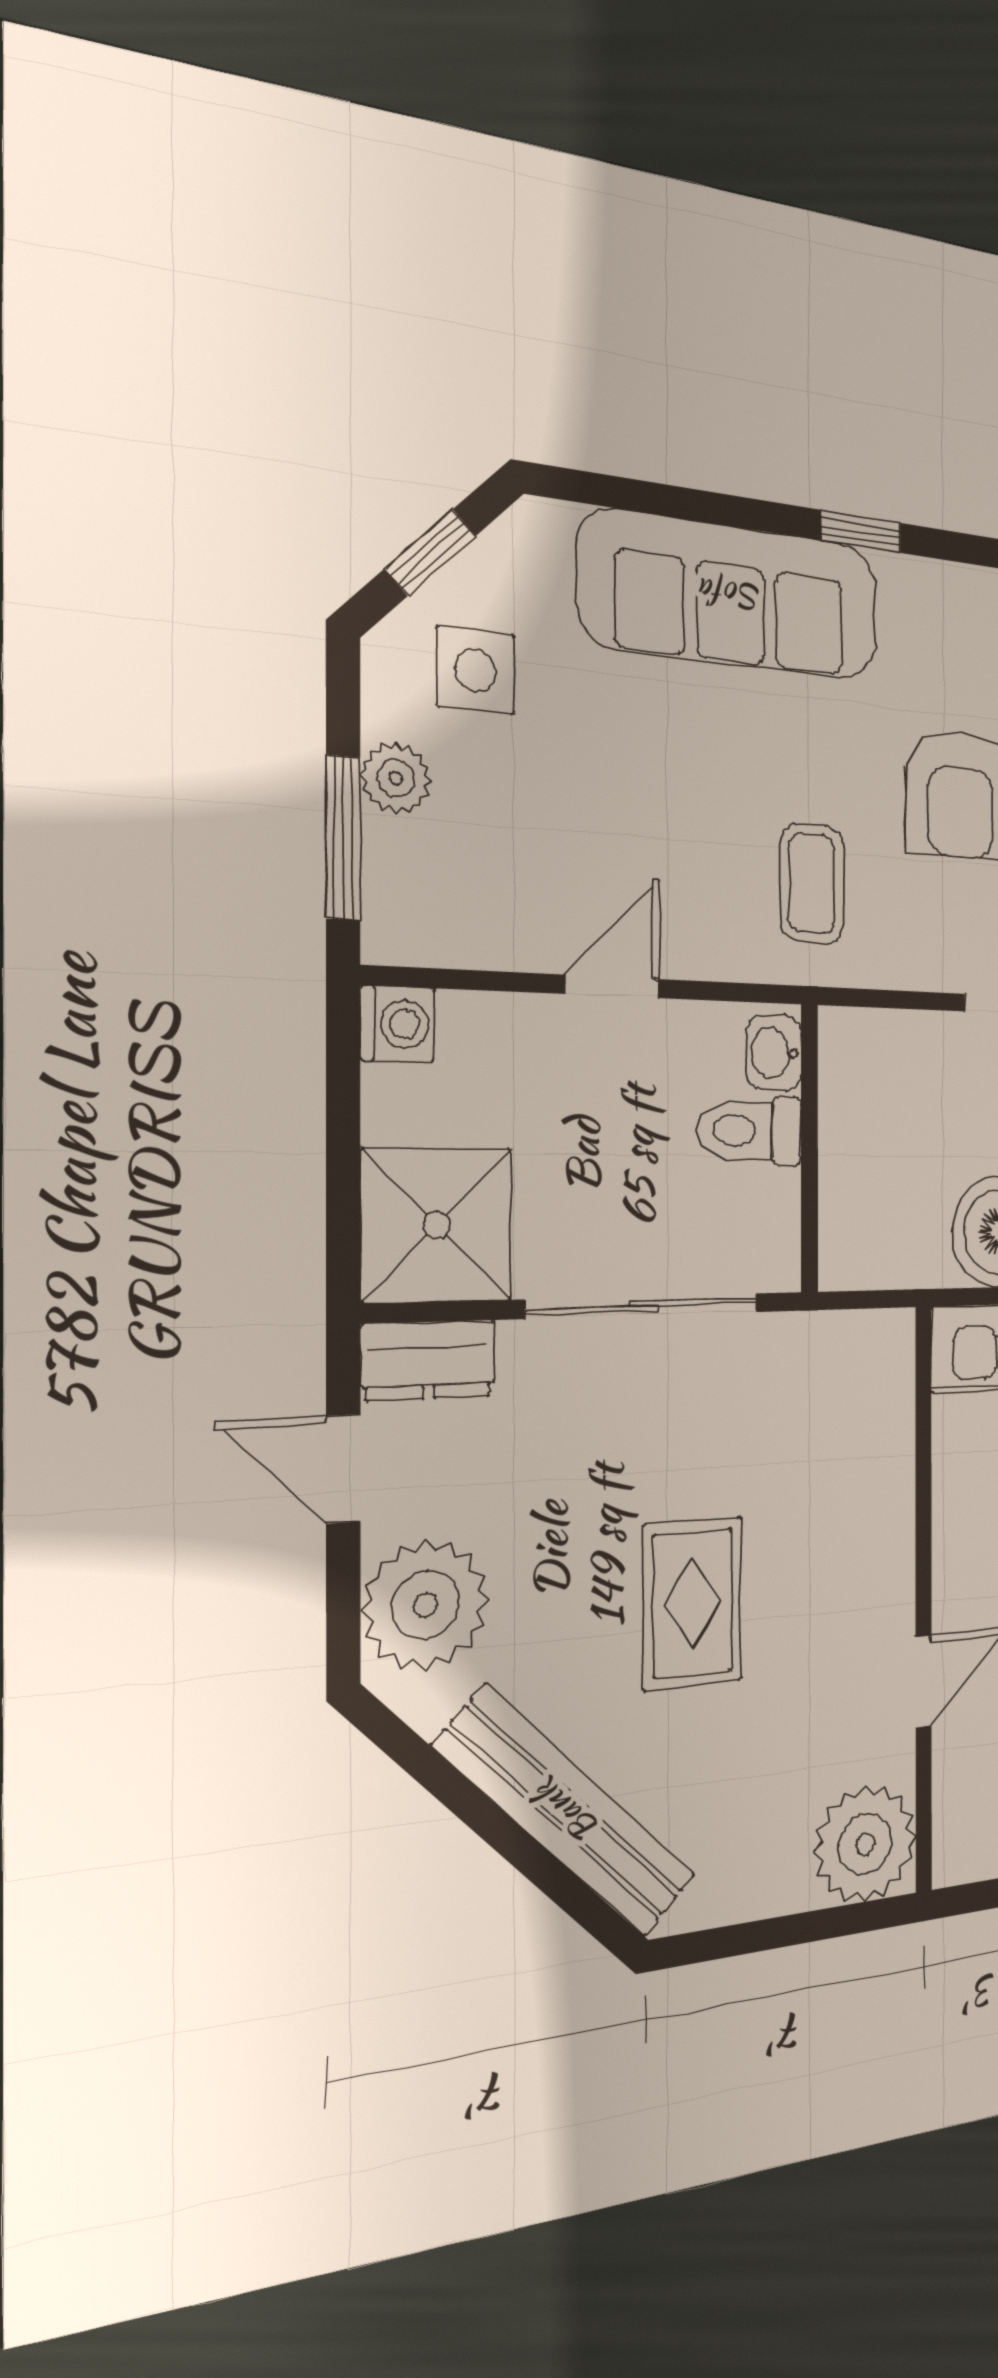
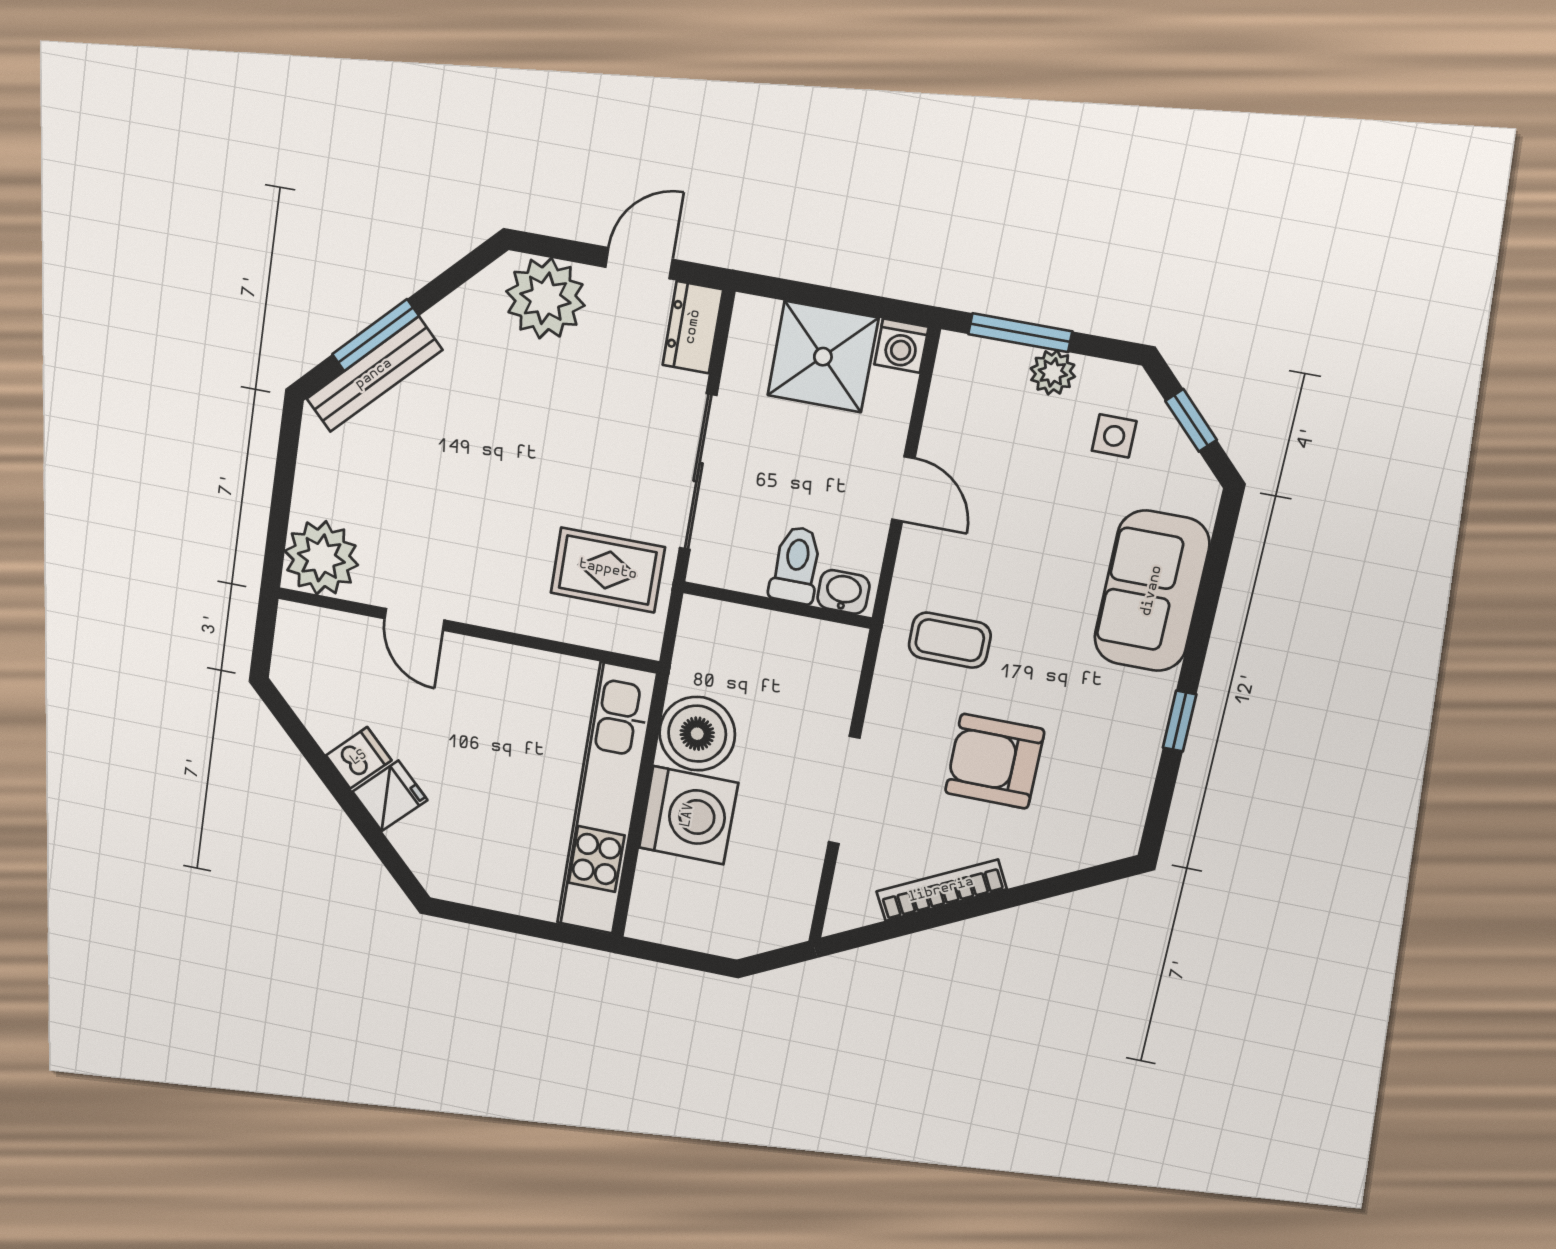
sofa: (731, 595) -> (1152, 591), width x0.73
side table: (476, 671) -> (1114, 436), width x0.73, depth x0.73
shower: (437, 1225) -> (823, 357), moved
rug: (693, 1603) -> (608, 570), moved
bench: (566, 1812) -> (374, 374), width x0.73, depth x0.82
window: (531, 1858) -> (375, 335), added

